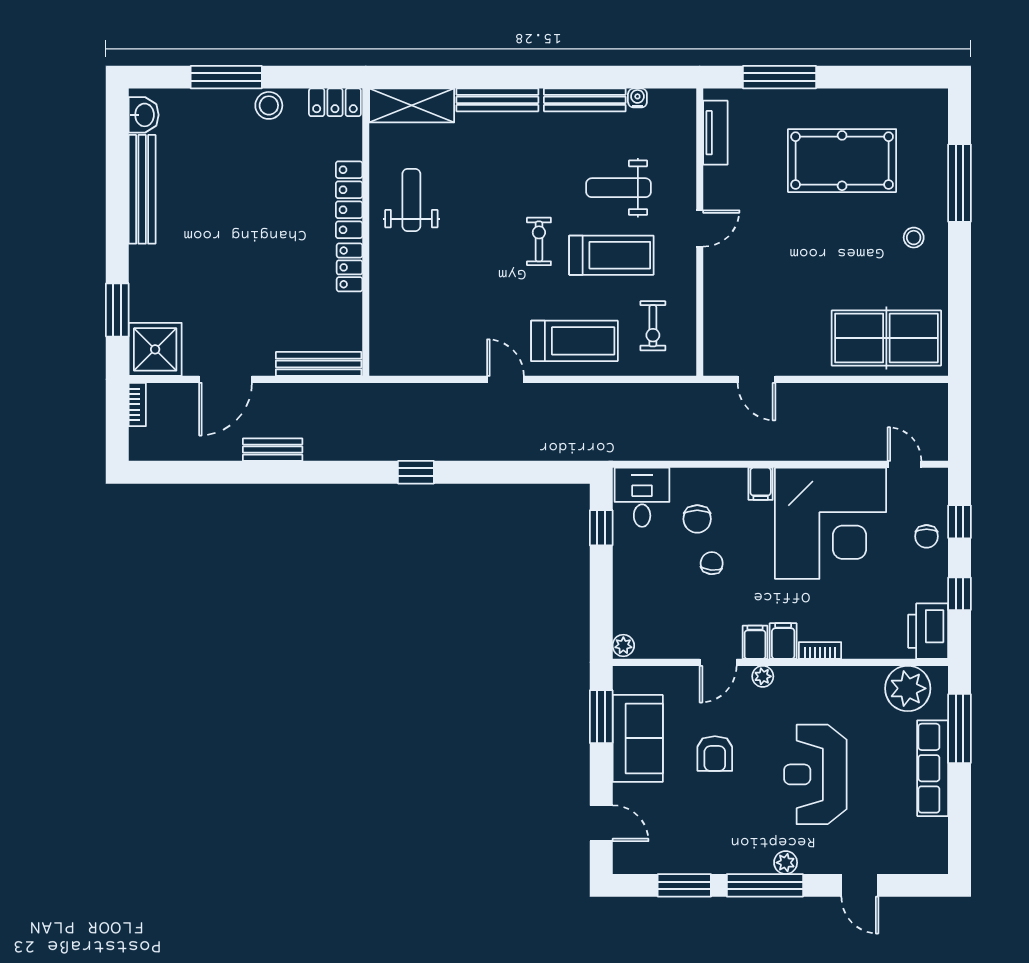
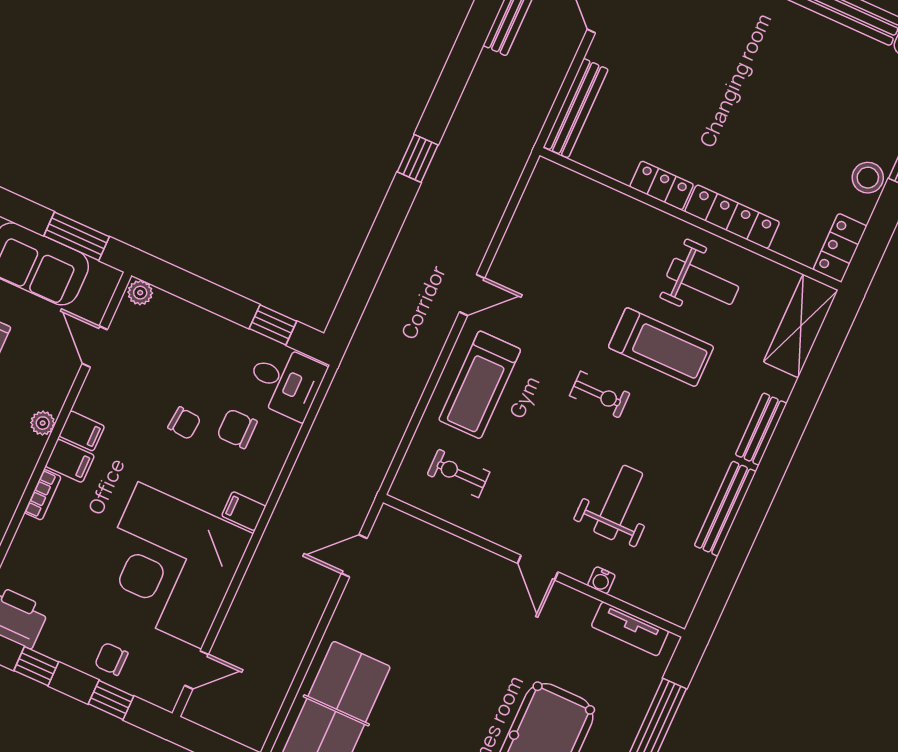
water cooler: (637, 98) -> (601, 580), moved, turned 90
bench: (497, 100) -> (761, 429), width x0.73
treadmill: (611, 255) -> (661, 347), moved, turned -90
door: (718, 662) -> (95, 347), moved

